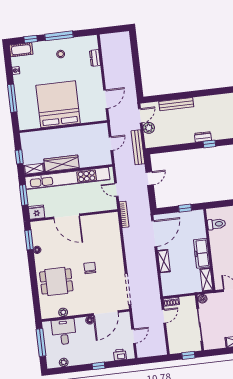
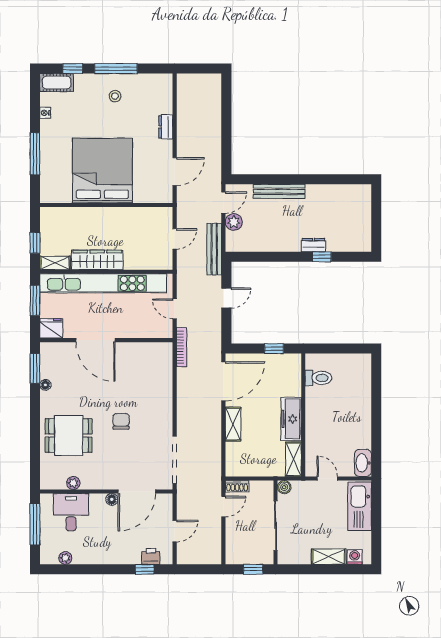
dresser: (95, 58) -> (166, 127), moved
window: (98, 366) -> (145, 569), moved

